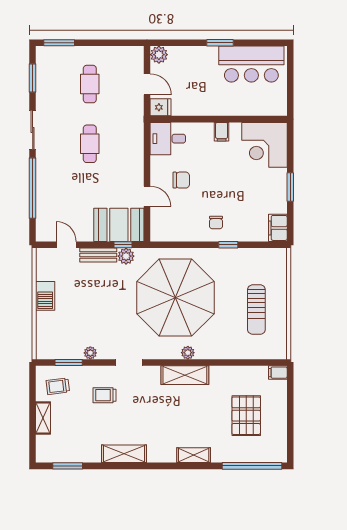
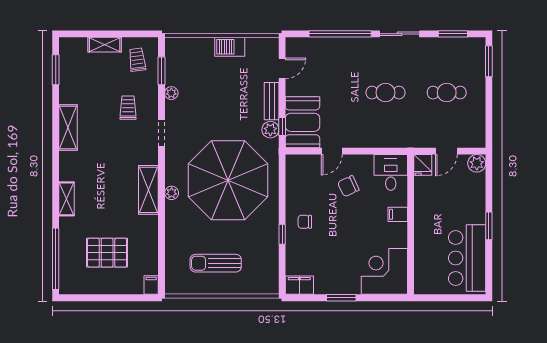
filing cabinet: (222, 132) -> (398, 214), moved
chair: (181, 180) -> (348, 186), turned 65

